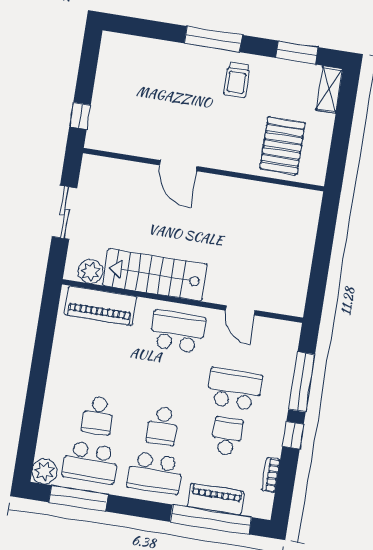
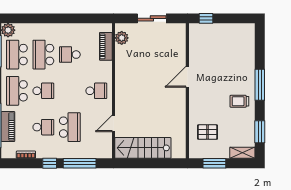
window: (340, 142) -> (214, 163), added
pallet: (283, 146) -> (208, 132), width x0.67, depth x0.71
stairs: (155, 275) -> (143, 148), moved, turned -90
piano: (101, 306) -> (106, 46), width x0.73, depth x0.75
school desk: (178, 332) -> (96, 91), width x0.54
school desk: (105, 368) -> (70, 55), added
school desk: (98, 416) -> (43, 55), width x1.85
school desk: (162, 426) -> (43, 91), turned 180

